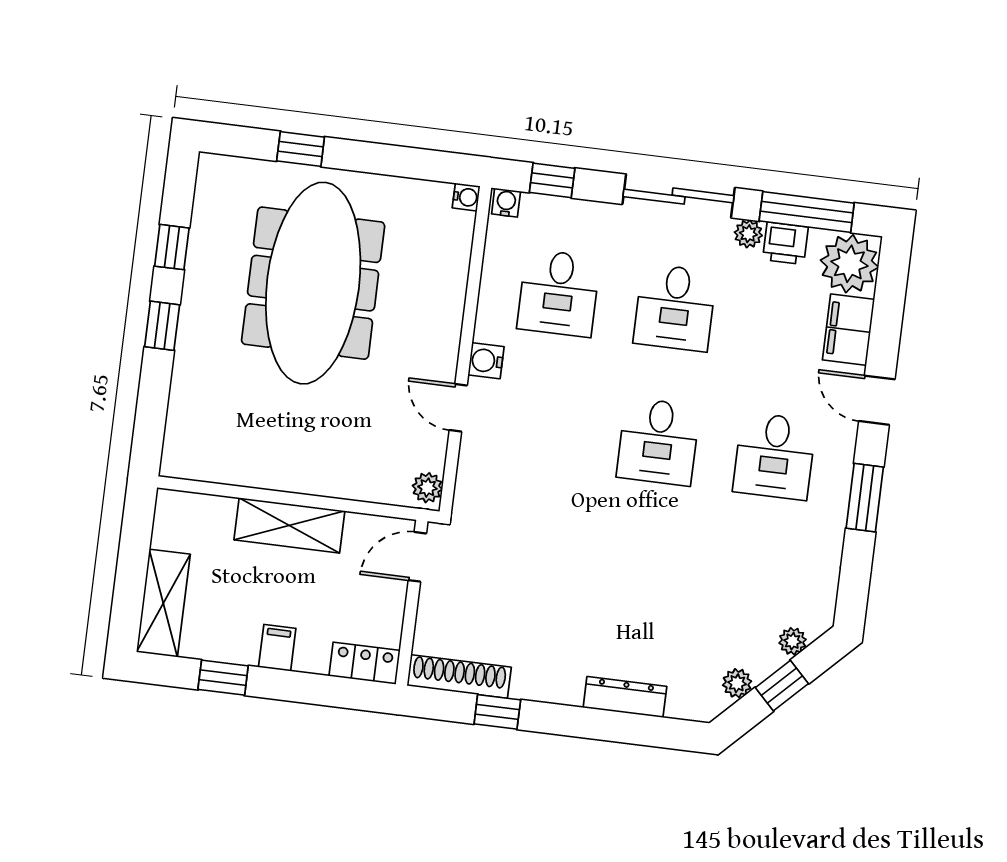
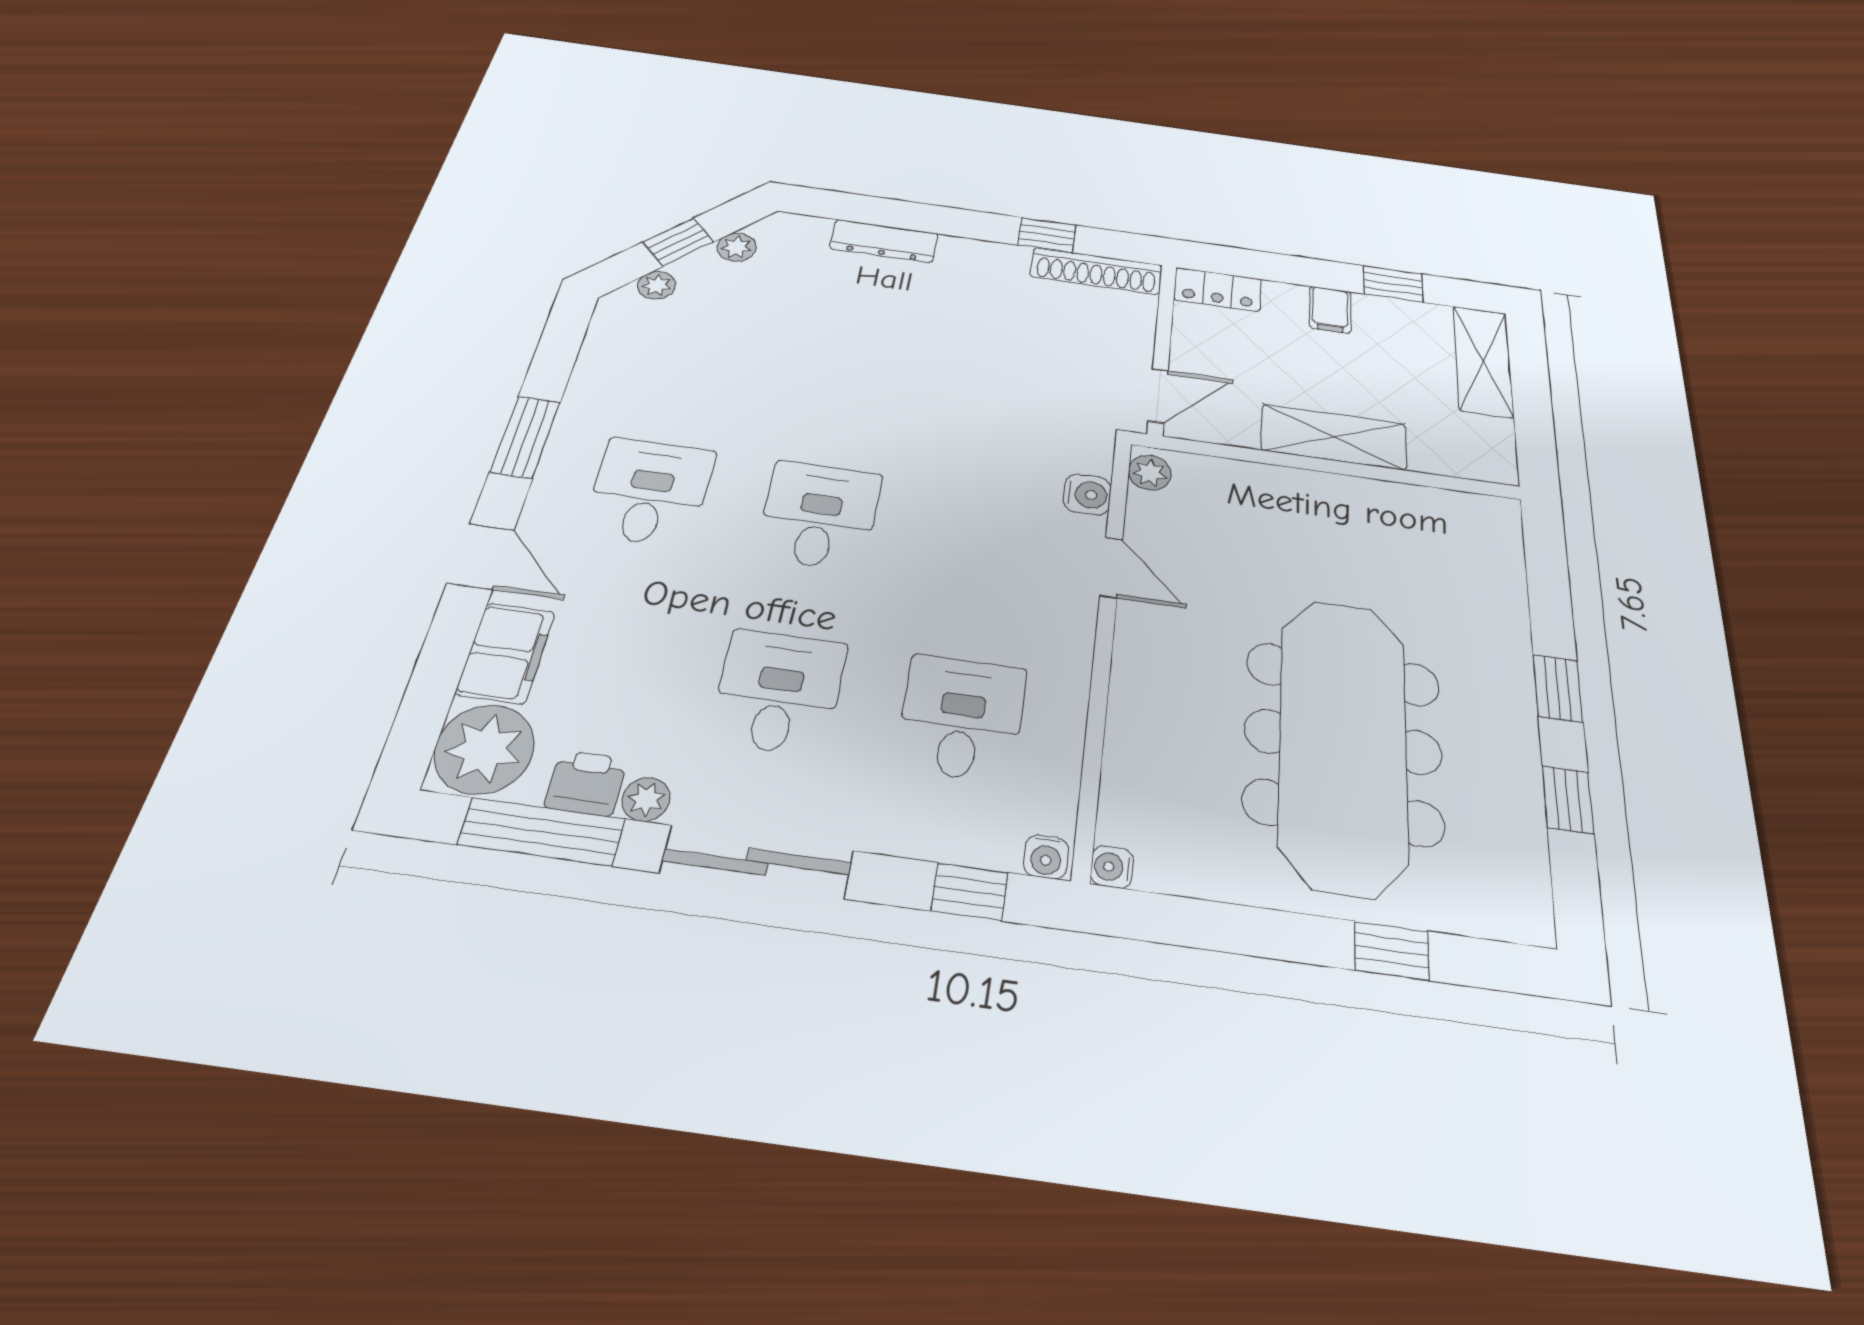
water cooler: (486, 361) -> (1087, 494), moved

